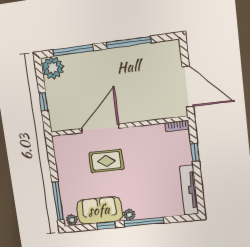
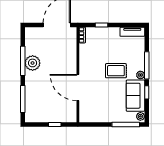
plant: (53, 68) -> (33, 63), moved
rug: (106, 161) -> (116, 71), moved, turned 90
tv unit: (189, 190) -> (132, 32), width x0.71

